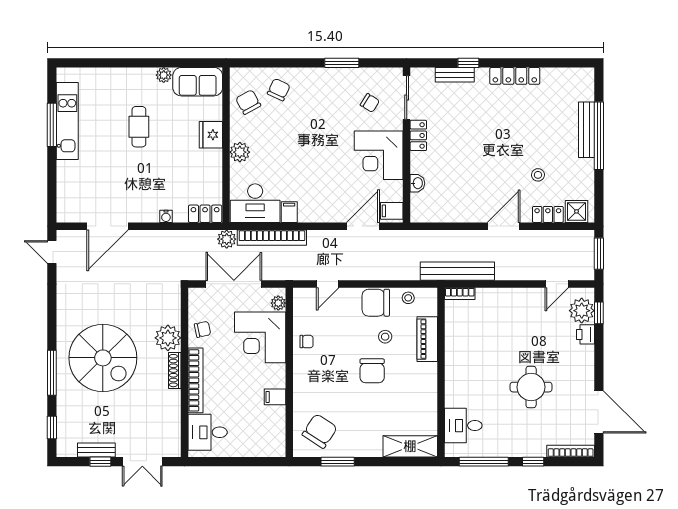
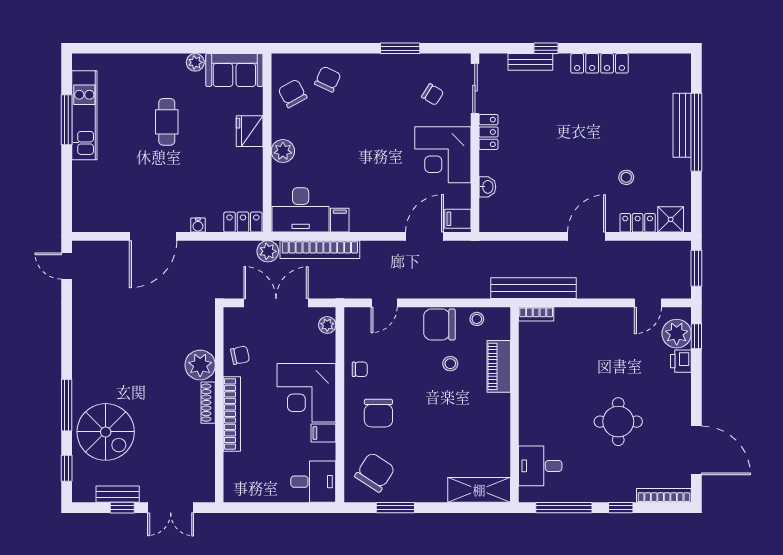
door: (108, 226) -> (153, 236), moved
corner desk: (260, 337) -> (306, 393), moved
spiral stairs: (103, 358) -> (106, 432), moved, width x0.73, depth x0.73
chair: (372, 371) -> (378, 413), moved
desk: (208, 432) -> (313, 482), moved, turned 180

